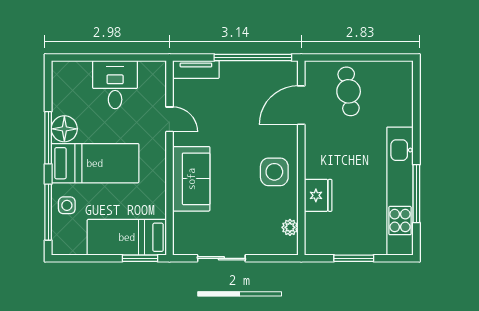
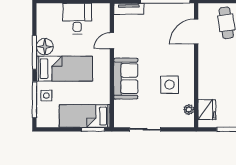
door: (169, 119) -> (112, 41), swing flipped
side table: (274, 172) -> (170, 85), moved
fridge: (318, 195) -> (207, 110), moved

